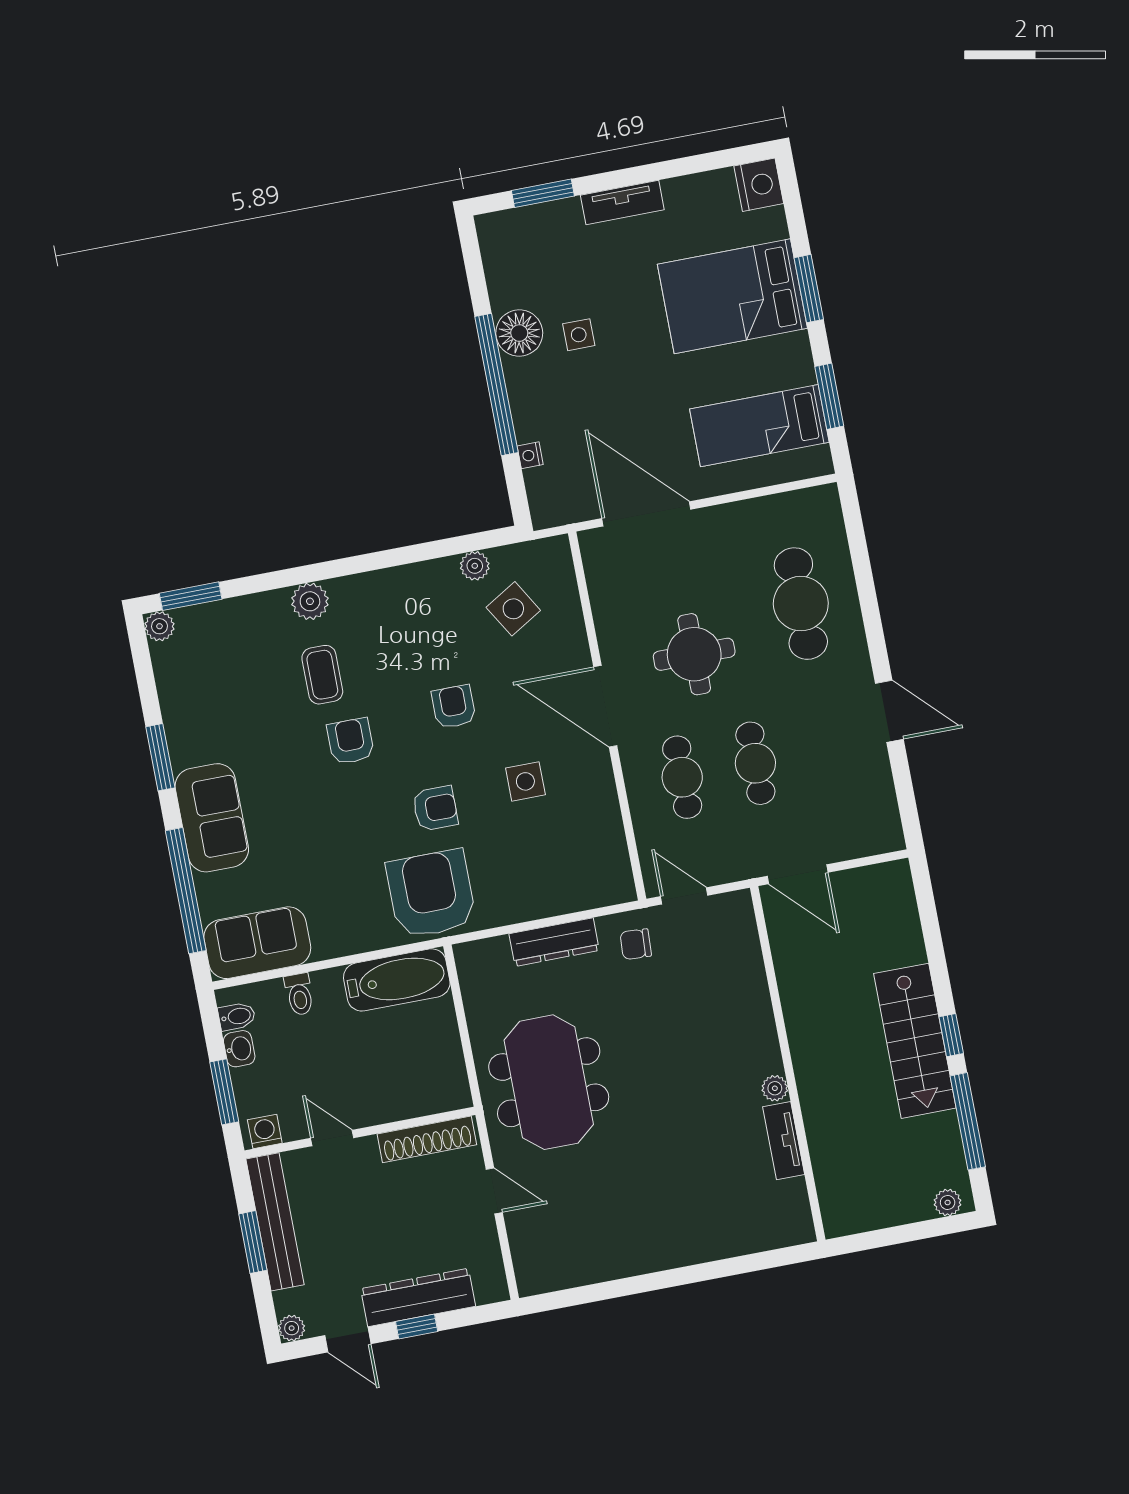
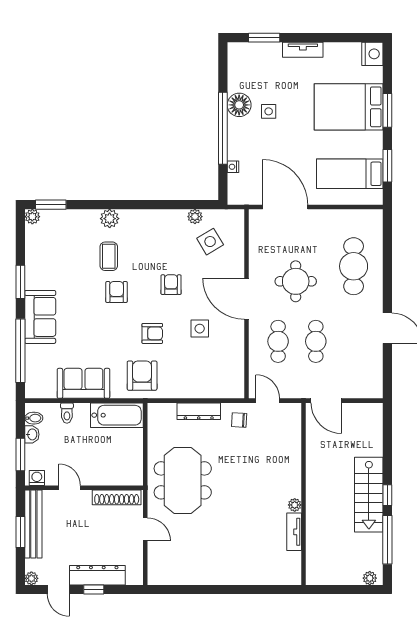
armchair: (431, 894) -> (142, 376), width x0.73, depth x0.73
sofa: (257, 943) -> (83, 383), moved

